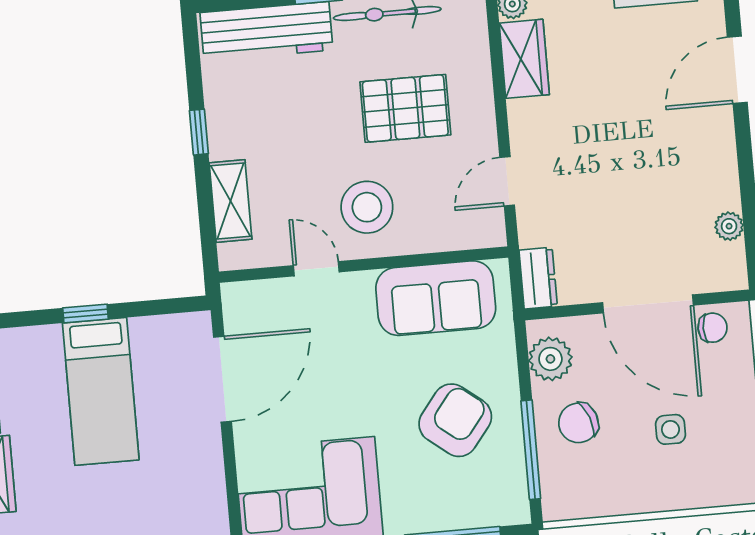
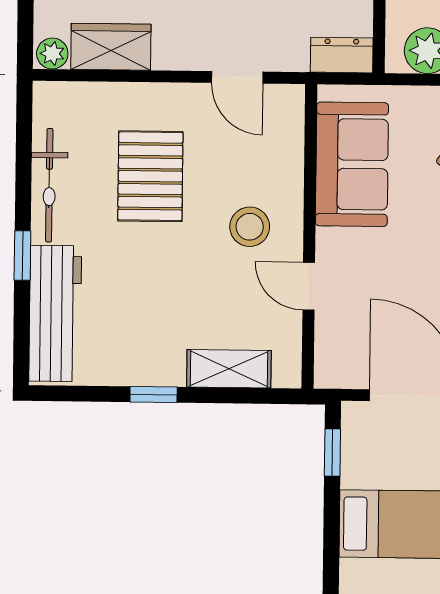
stool: (367, 207) -> (250, 227), width x0.73, depth x0.73
door: (316, 269) -> (309, 286), hinge flipped
window: (86, 313) -> (332, 453), moved

